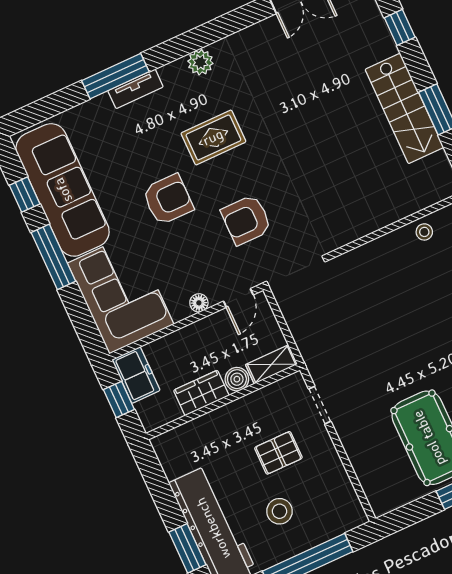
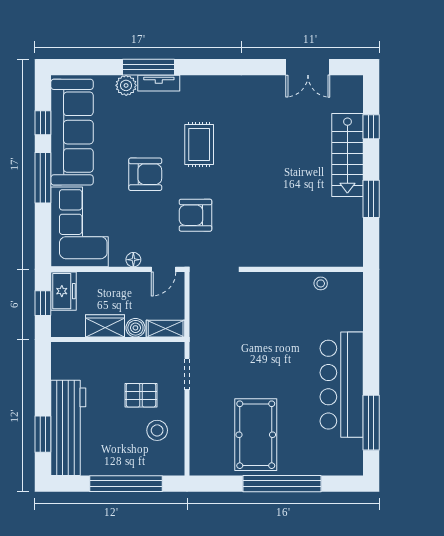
plant: (200, 62) -> (126, 85), moved
stairs: (404, 108) -> (347, 155), moved
rug: (213, 137) -> (199, 144), turned 90
stool: (279, 511) -> (157, 430), moved

